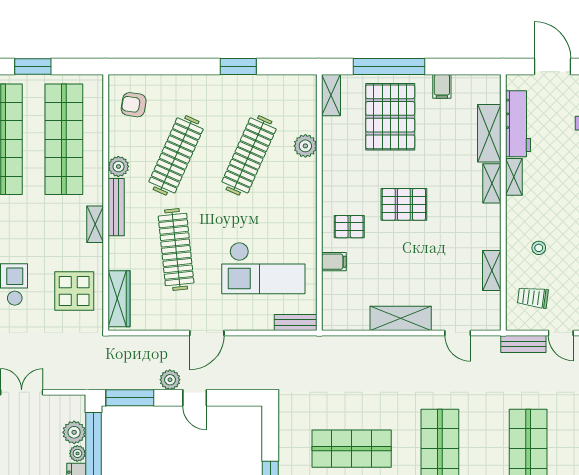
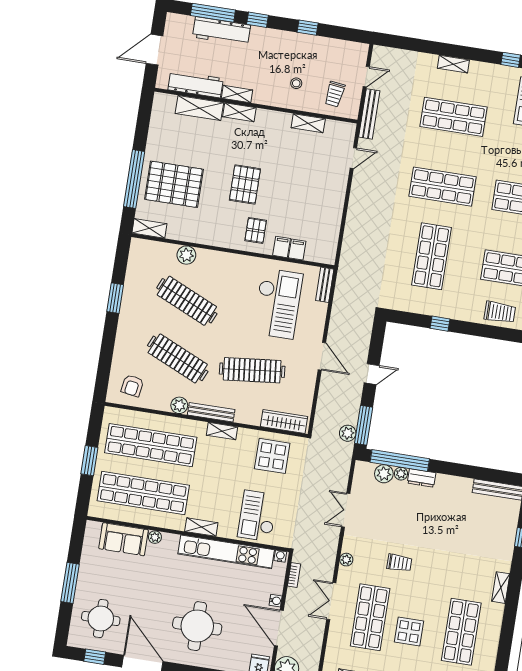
filing cabinet: (442, 86) -> (297, 250), moved, turned -90
shelving: (401, 318) -> (335, 201), removed
bench: (523, 344) -> (369, 114), width x1.36
plant: (170, 380) -> (348, 433), moved

